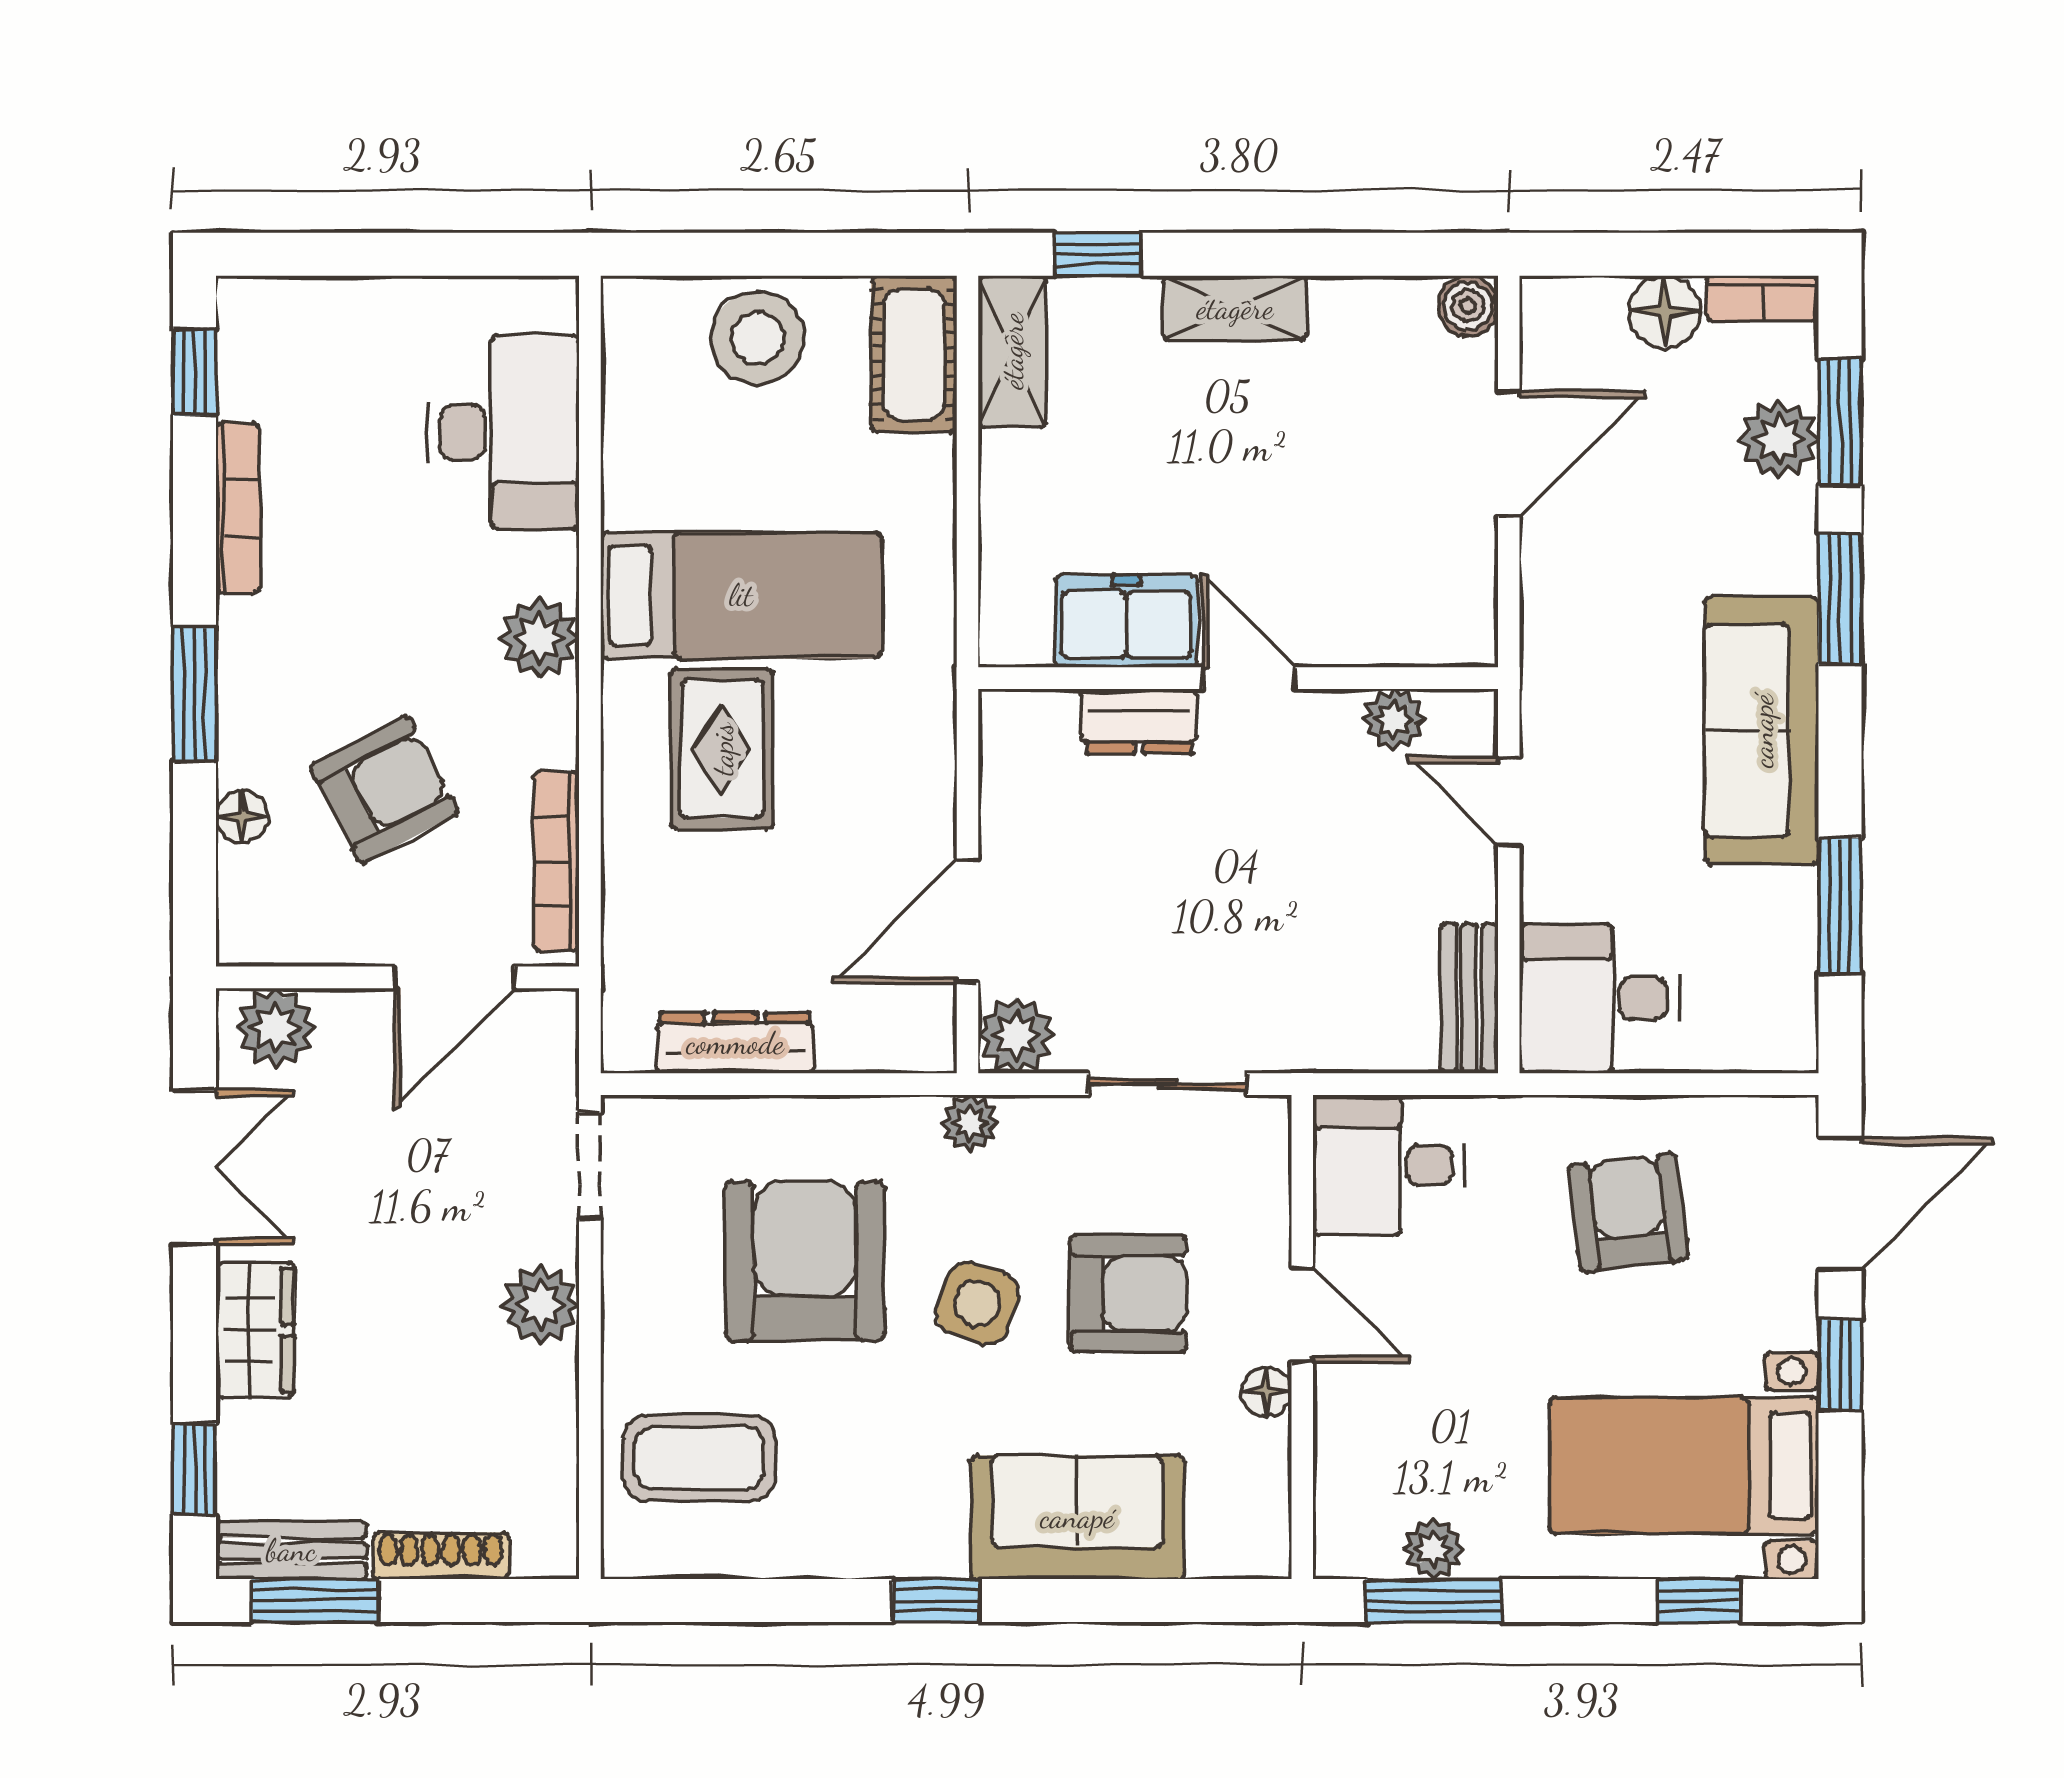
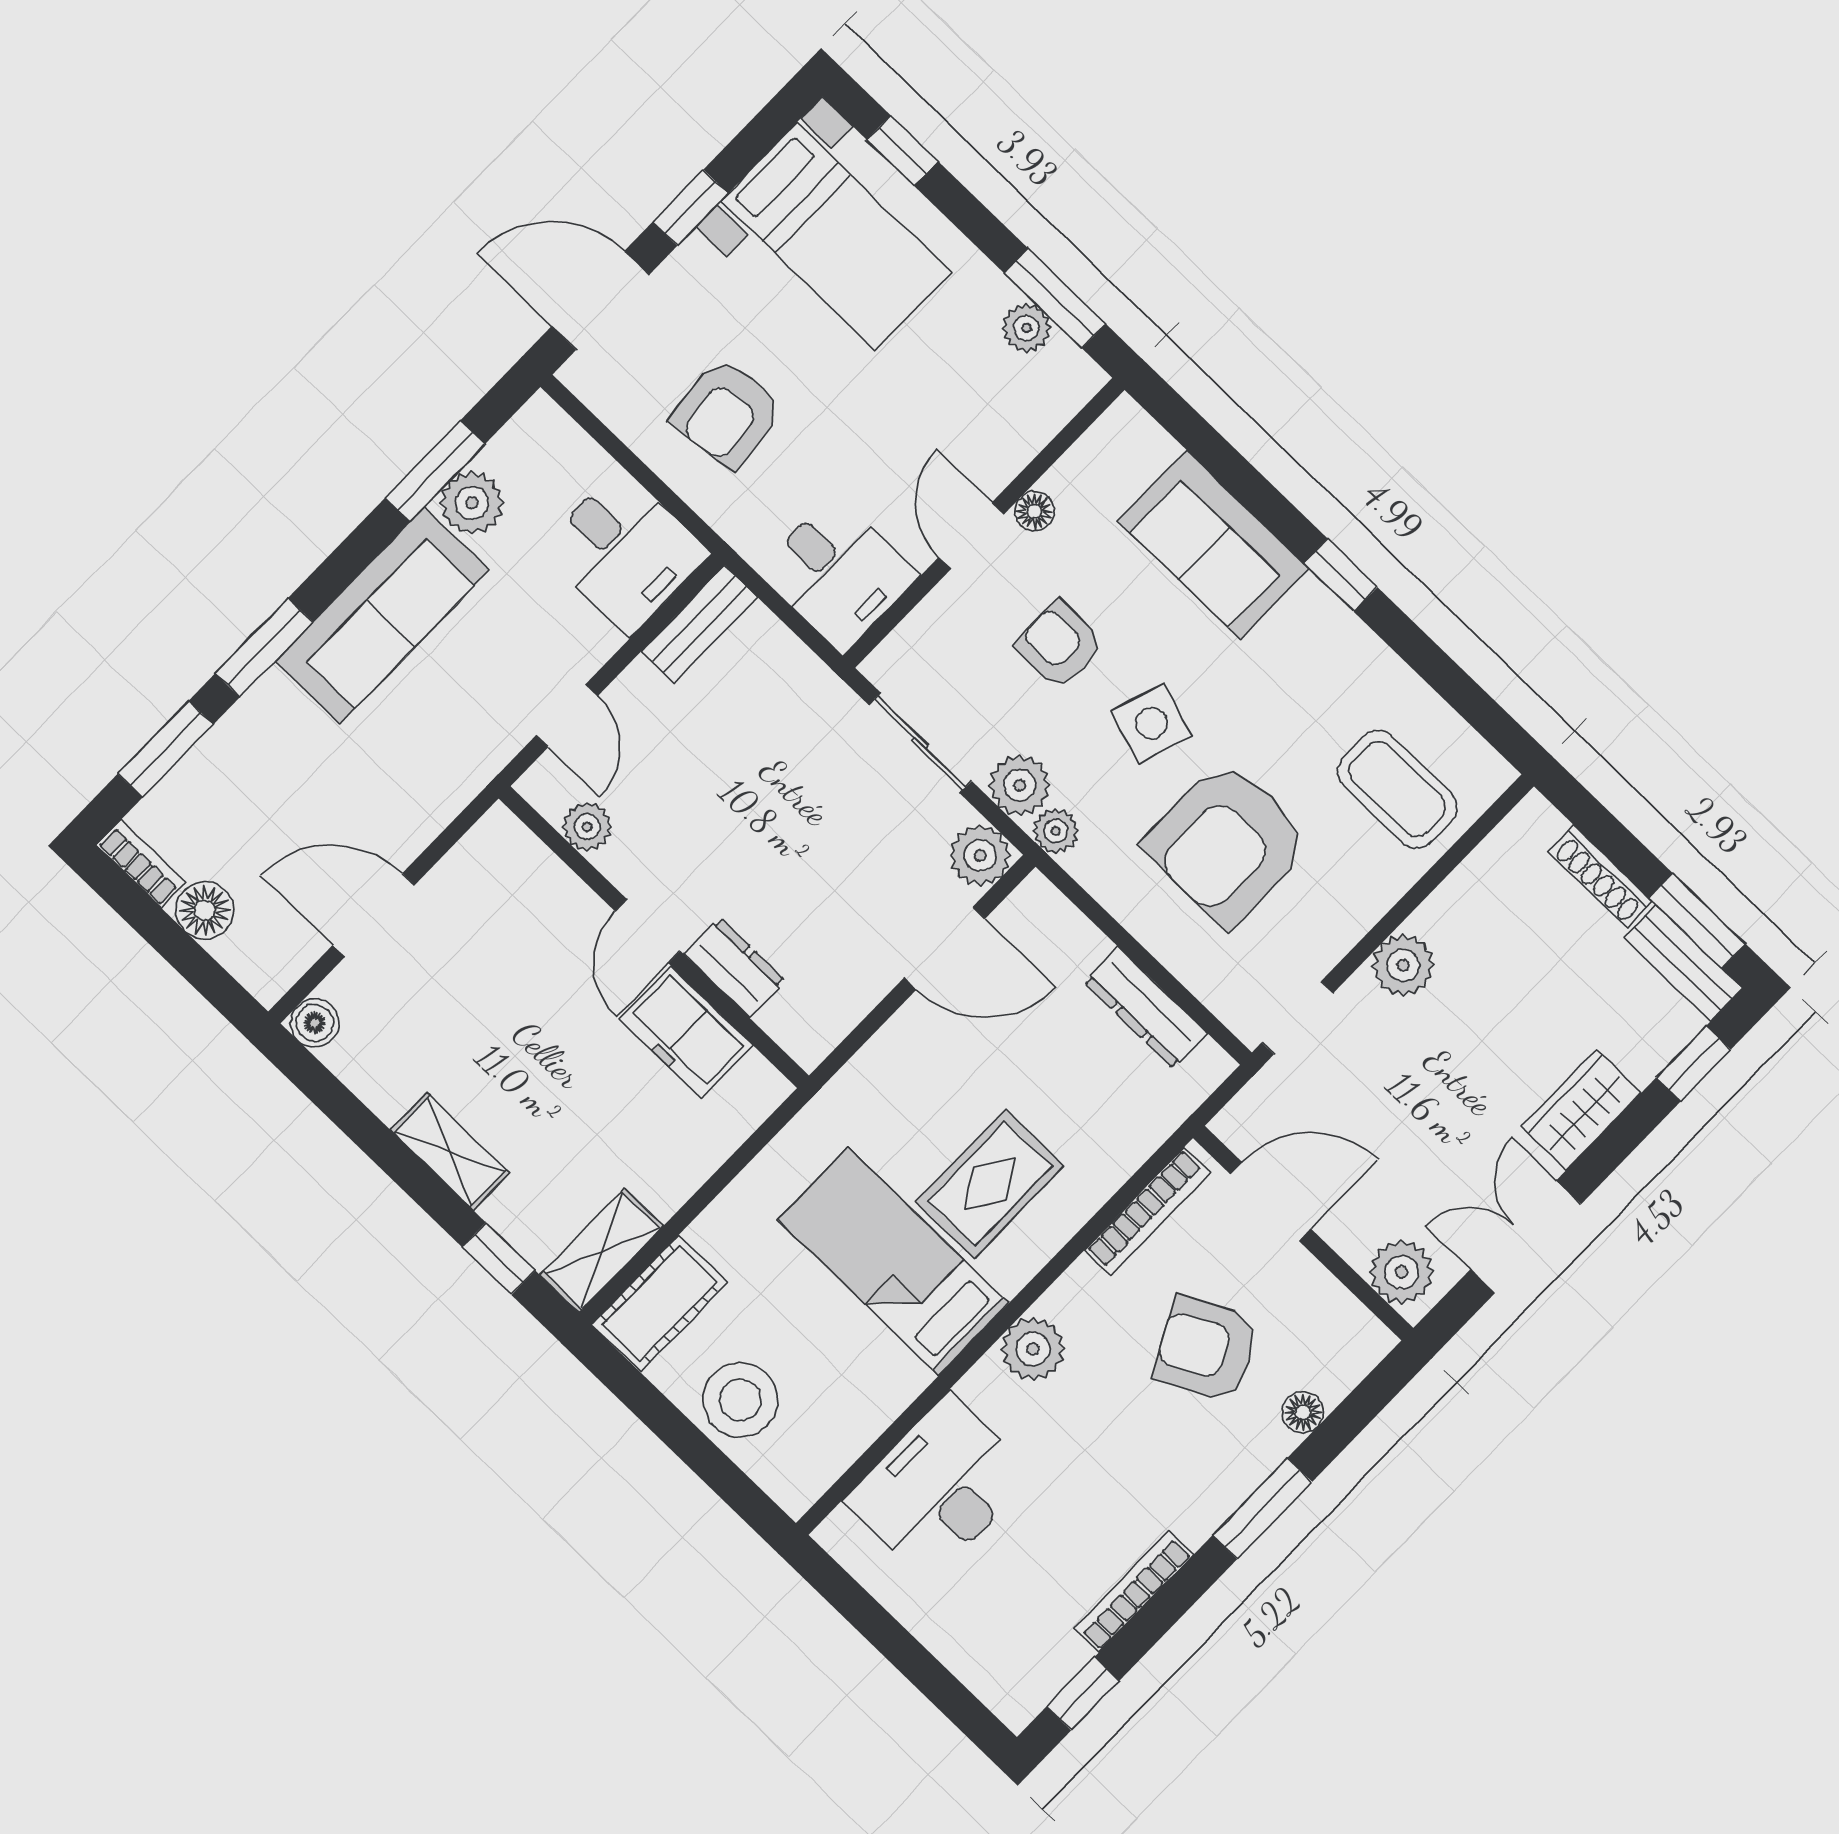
plant: (1779, 439) -> (472, 503), moved
plant: (1042, 1133) -> (1020, 785), added
armchair: (1128, 1294) -> (1060, 645), width x0.72, depth x0.72

